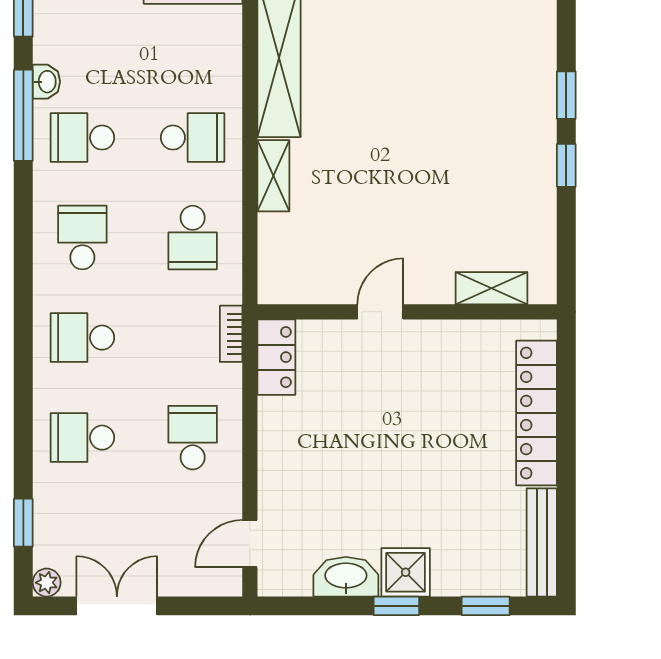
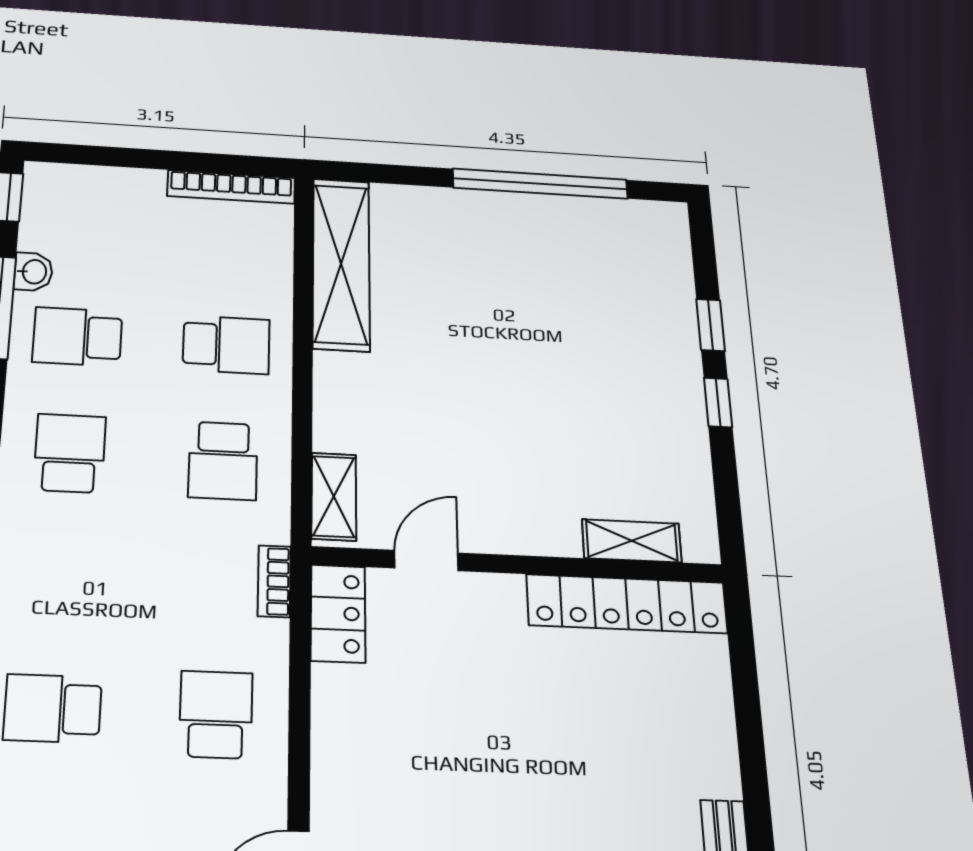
shelving: (273, 176) -> (334, 497), moved
door: (380, 312) -> (426, 560), moved
school desk: (82, 338) -> (61, 577), removed
locker: (536, 413) -> (627, 604), moved, turned -90

